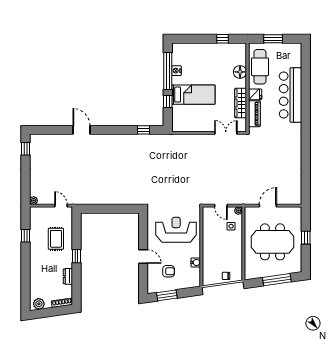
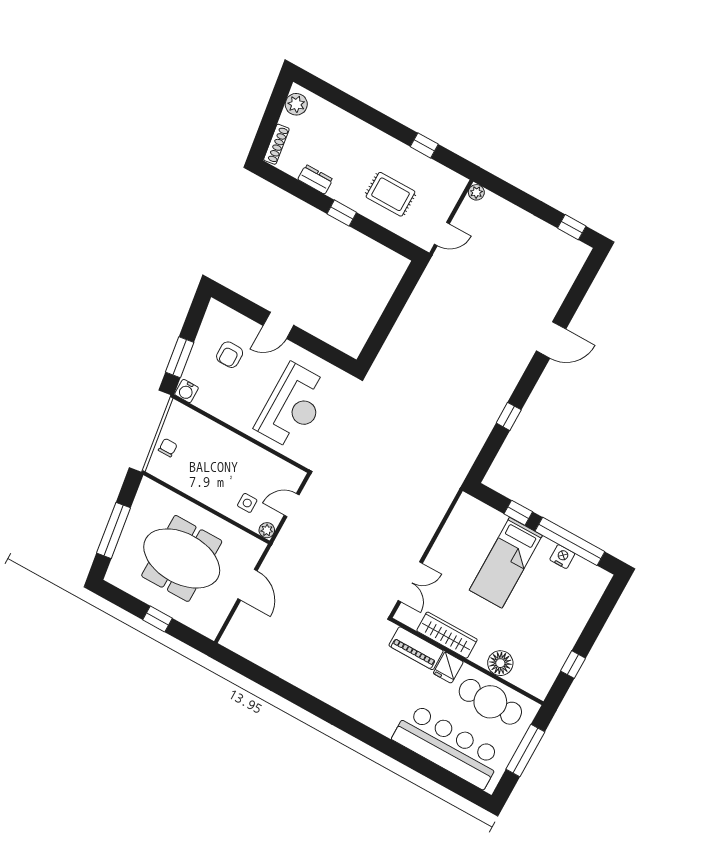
window: (273, 39) -> (525, 751), width x1.44
bar counter: (291, 95) -> (448, 746), moved
window: (143, 130) -> (509, 416), moved
meeting table: (272, 242) -> (182, 558), turned 90
water cooler: (196, 262) -> (187, 391), moved
window: (167, 295) -> (180, 357), moved

